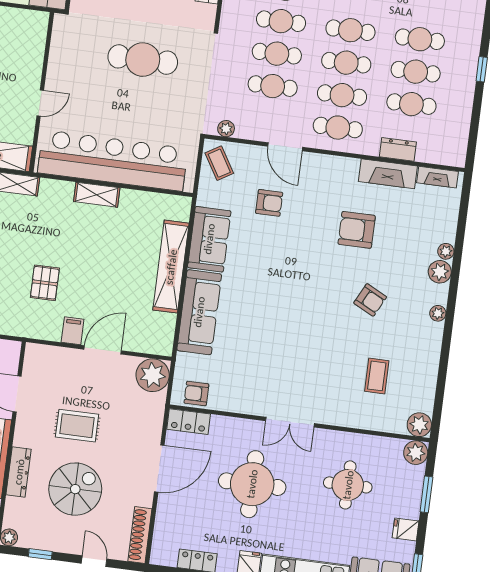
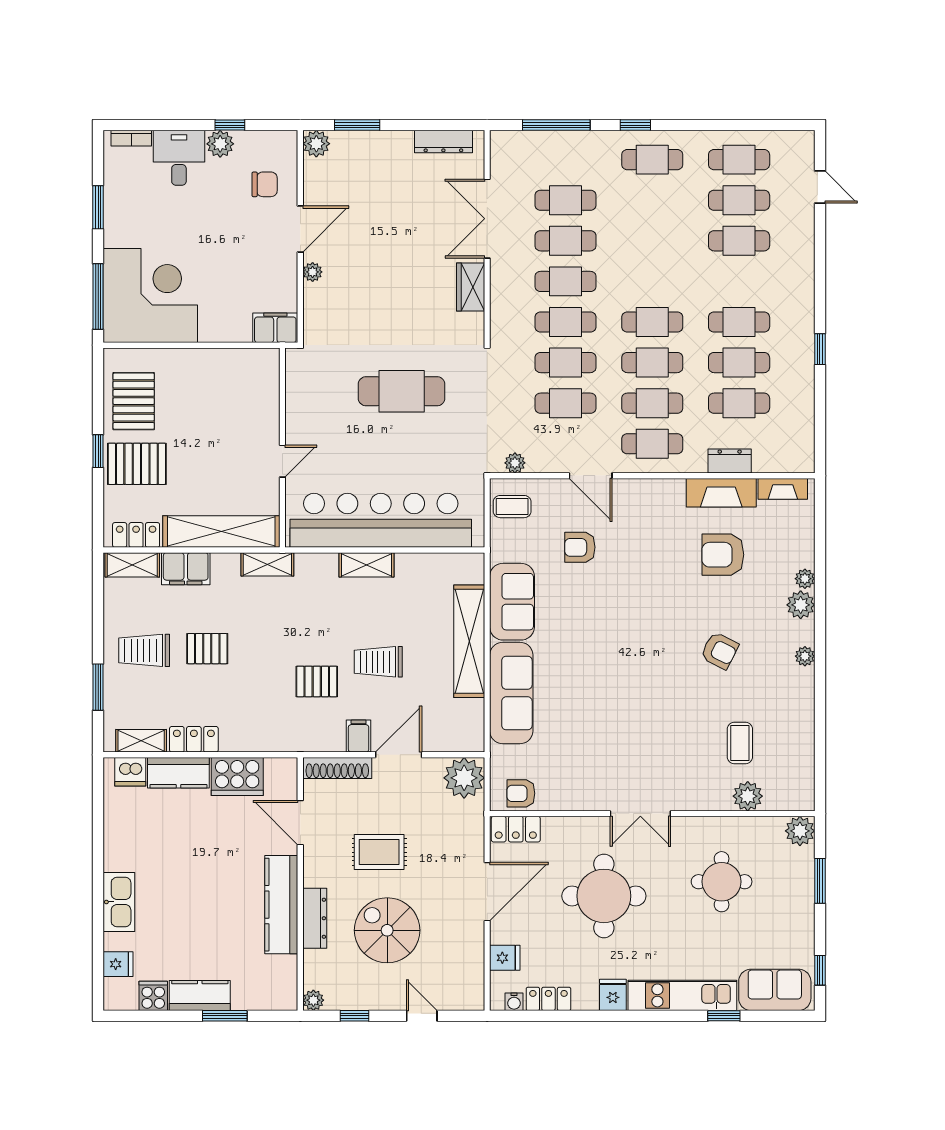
coffee table: (219, 163) -> (512, 507), turned -59
armchair: (269, 203) -> (580, 547), turned 180
armchair: (357, 230) -> (723, 555), moved
trolley: (96, 273) -> (378, 662), added
pallet: (45, 283) -> (317, 681), turned 90
plant: (419, 425) -> (748, 796), moved
spiral stairs: (75, 489) -> (387, 930), turned -90
fridge: (406, 529) -> (505, 958), moved, turned 180
shoe rack: (140, 535) -> (337, 768), moved, turned -90
water cooler: (169, 559) -> (514, 1002), added

